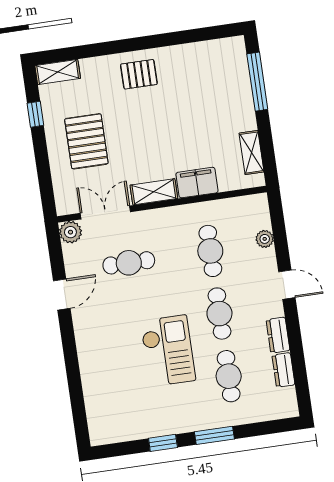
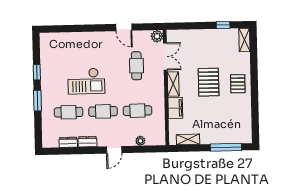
pallet: (86, 141) -> (209, 82), moved, turned 90

